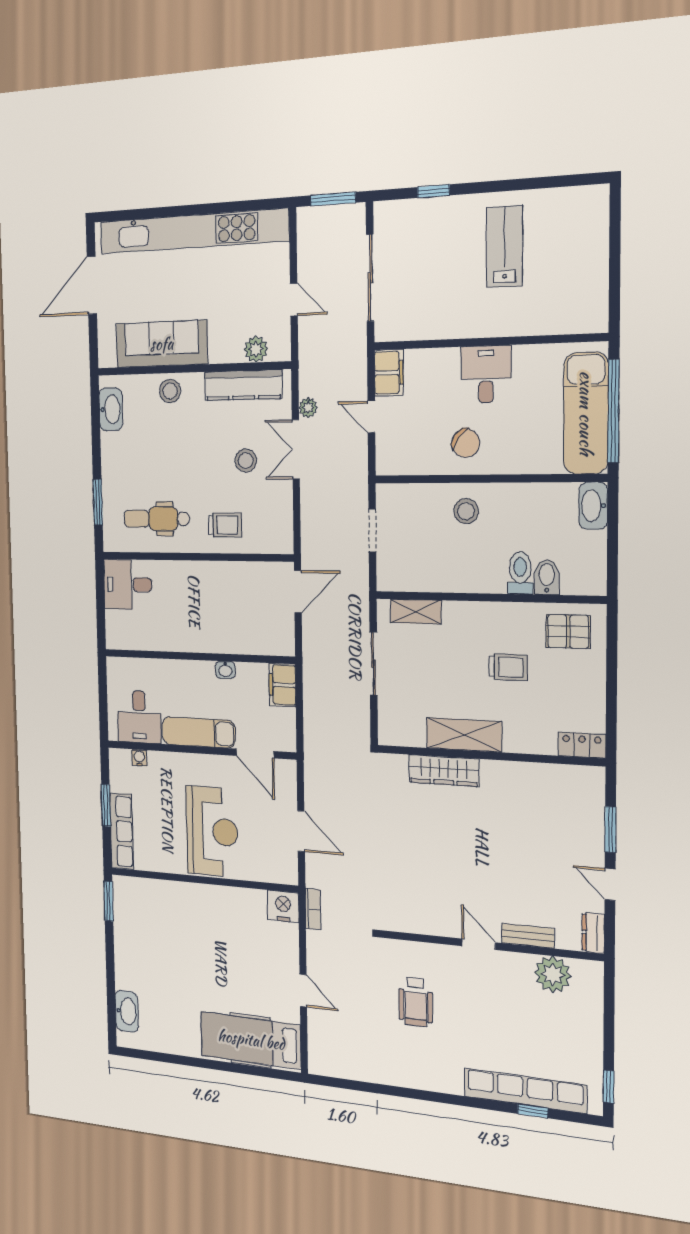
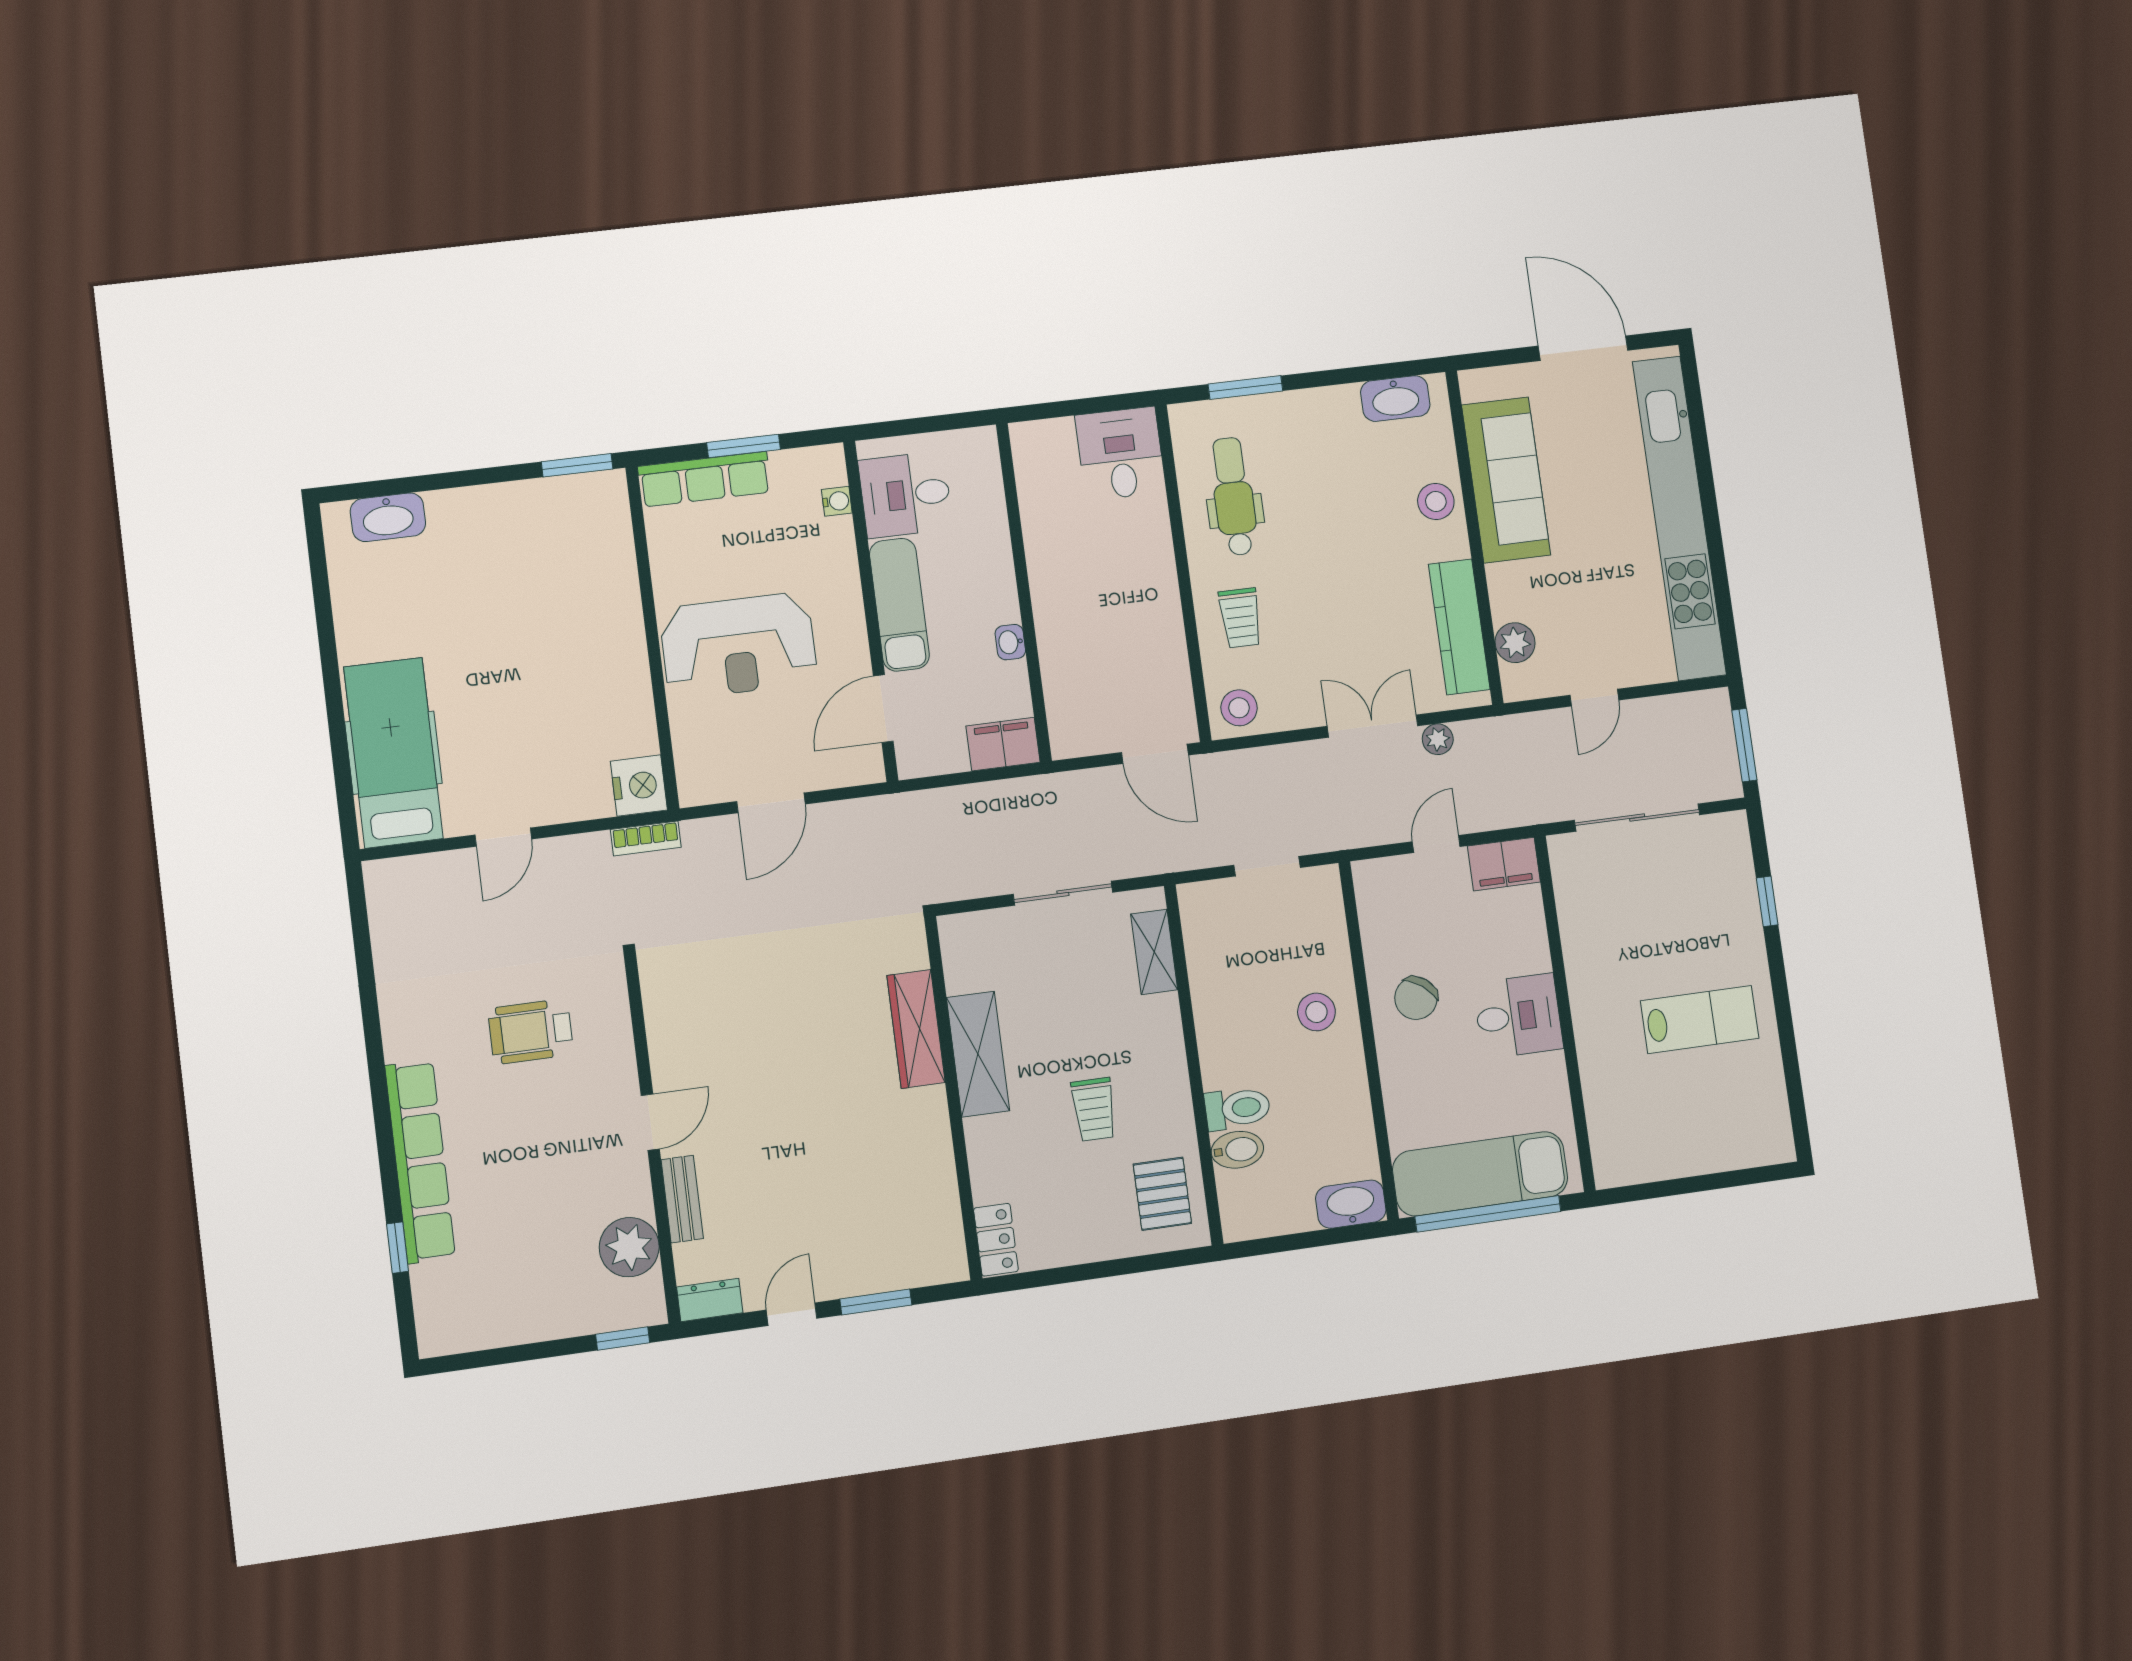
stool: (246, 461) -> (1239, 708), moved
window: (609, 1087) -> (623, 1338), moved
row of seats: (525, 1091) -> (420, 1161), moved

